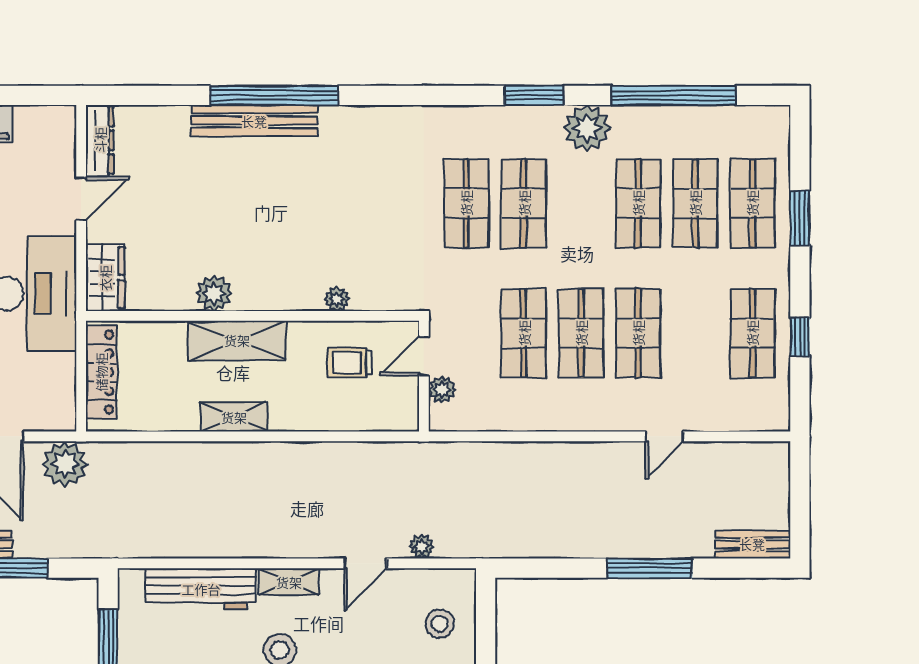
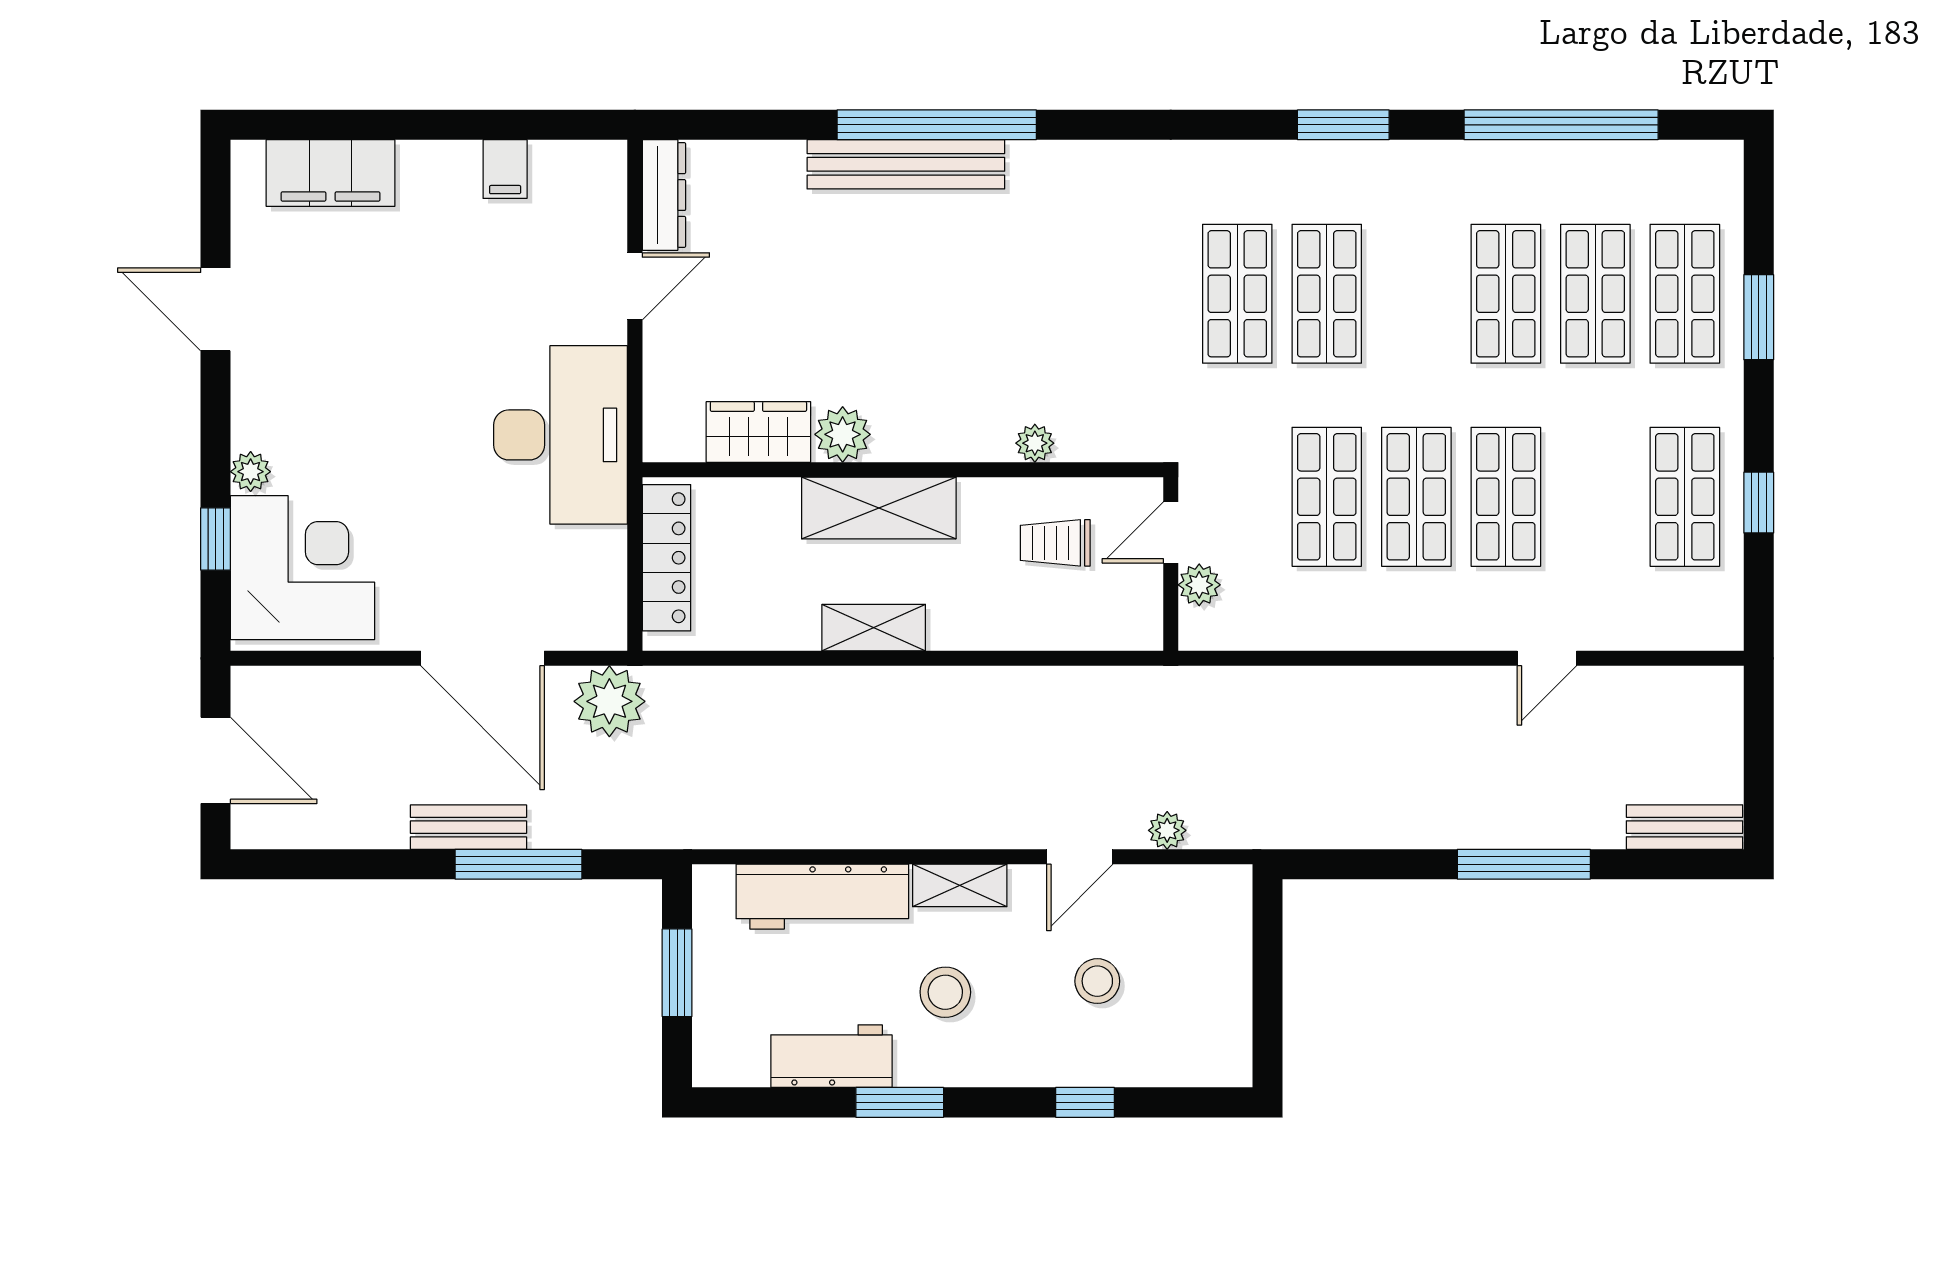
plant: (587, 128) -> (1426, 176), removed
wardrobe: (105, 278) -> (758, 432), moved, turned -90
stool: (440, 624) -> (1097, 981), moved

